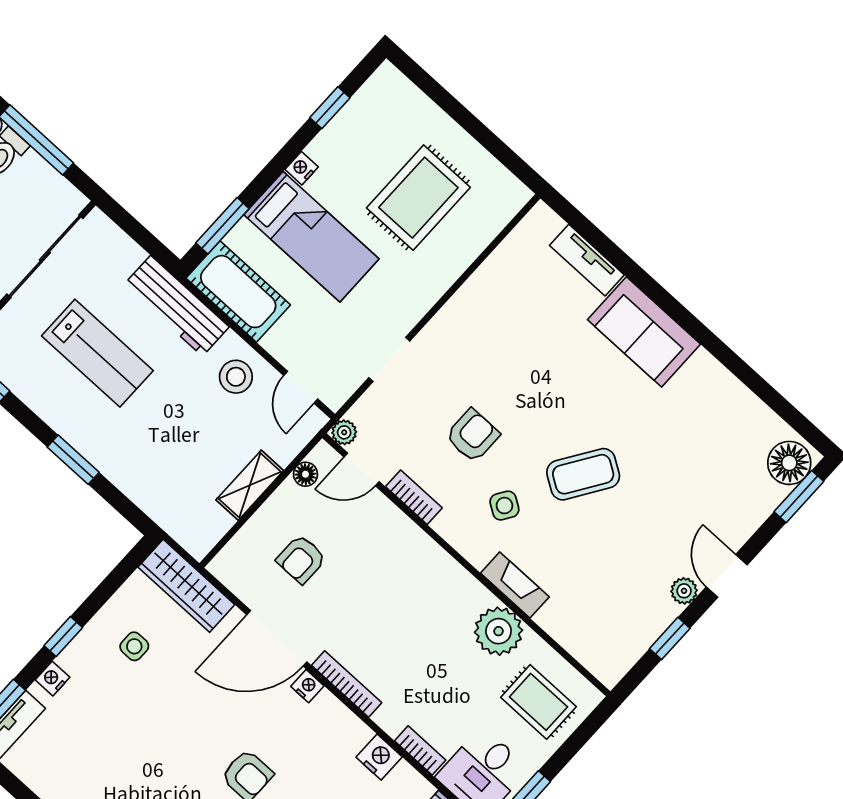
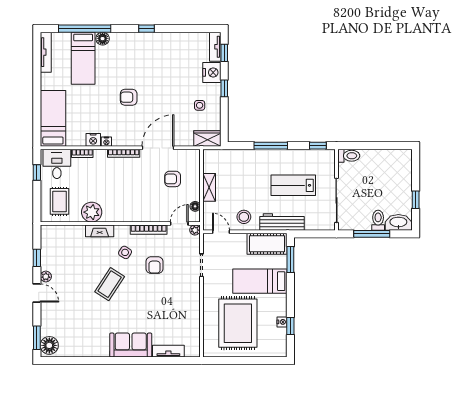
nightstand: (302, 168) -> (282, 322), moved
rug: (418, 198) -> (238, 323), width x1.37, depth x1.44
window: (73, 460) -> (271, 146), width x1.44
bookcase: (414, 497) -> (149, 230), width x1.56
armchair: (301, 559) -> (173, 179), turned -90
wardrobe: (186, 586) -> (207, 139), width x0.67
nightstand: (53, 679) -> (212, 72), width x1.89, depth x1.79
nightstand: (307, 686) -> (106, 142), moved
rug: (538, 702) -> (60, 201), turned 90

